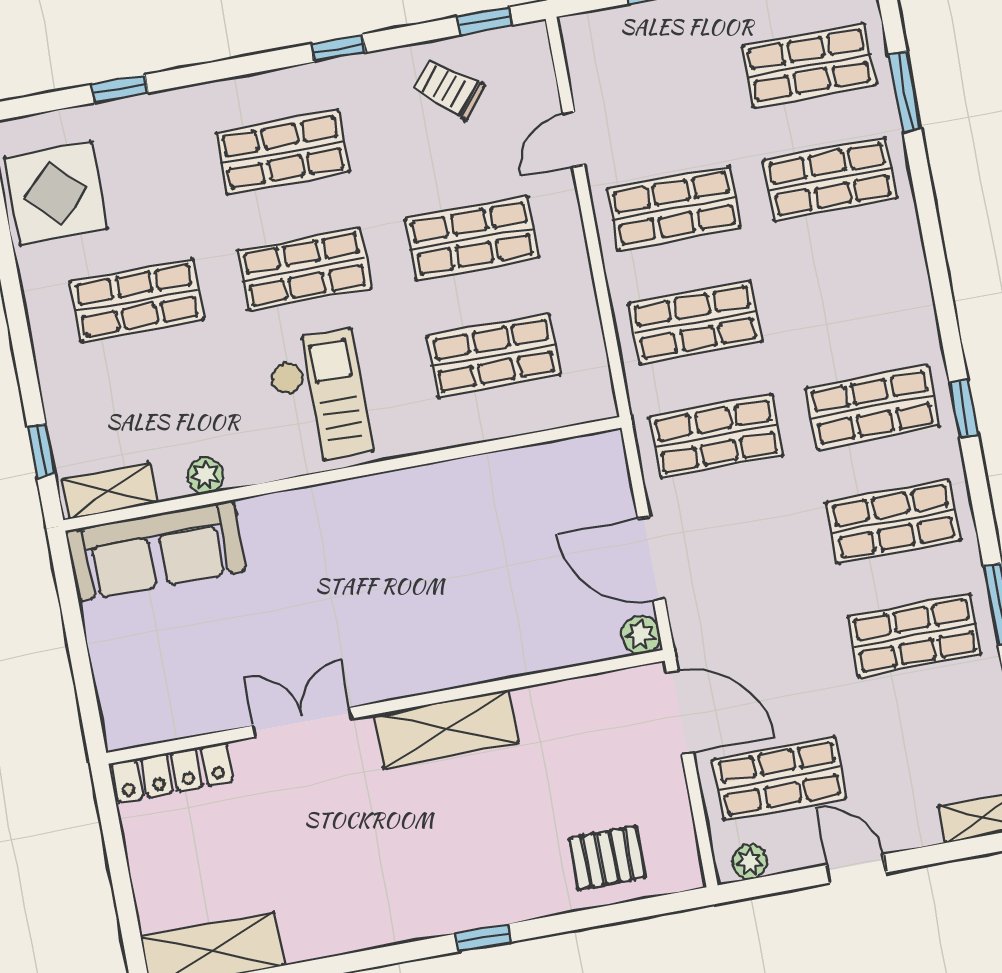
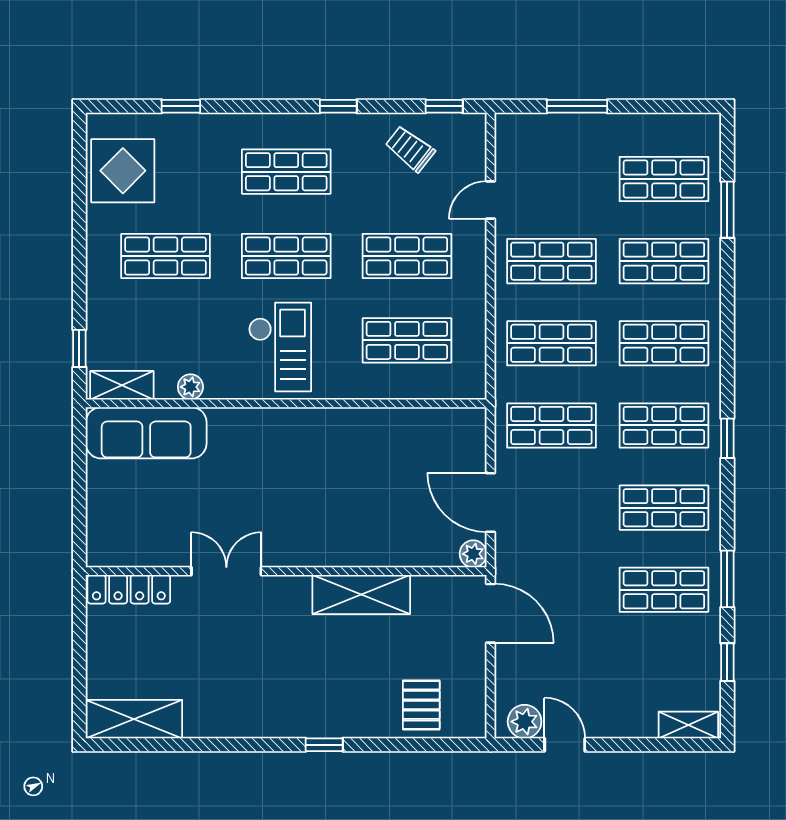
shelving: (446, 729) -> (361, 595), moved
shop shelf: (780, 778) -> (664, 343), moved
pallet: (607, 858) -> (421, 705), turned 90
plant: (750, 862) -> (525, 722), width x1.38, depth x1.38
door: (856, 869) -> (565, 745), moved

